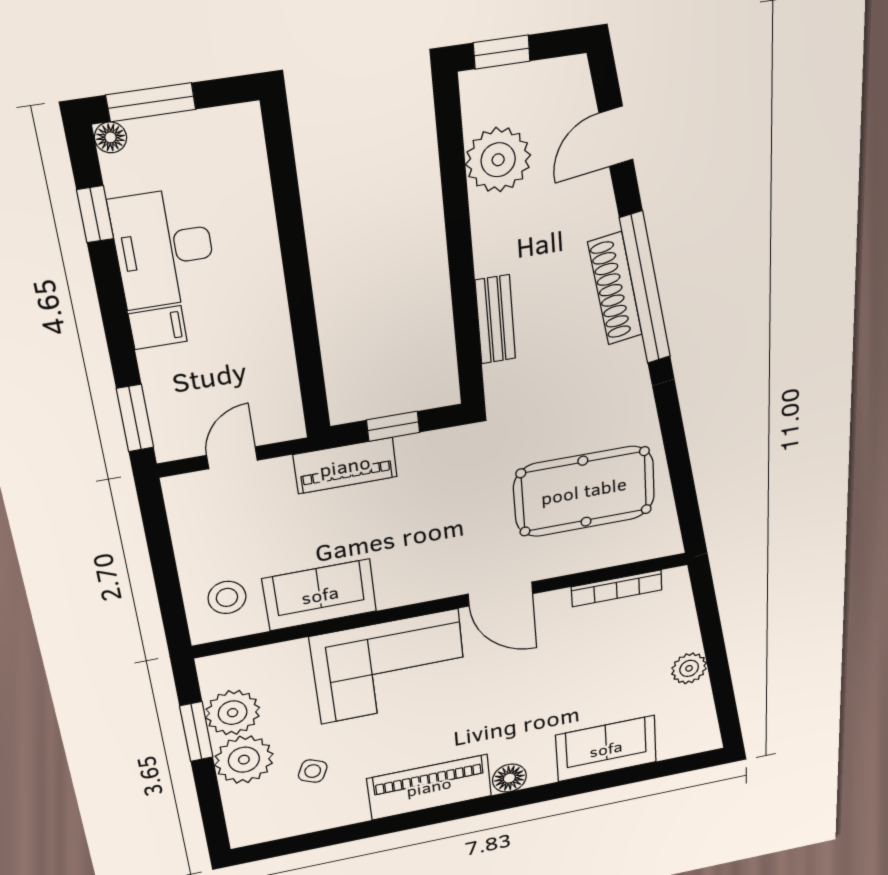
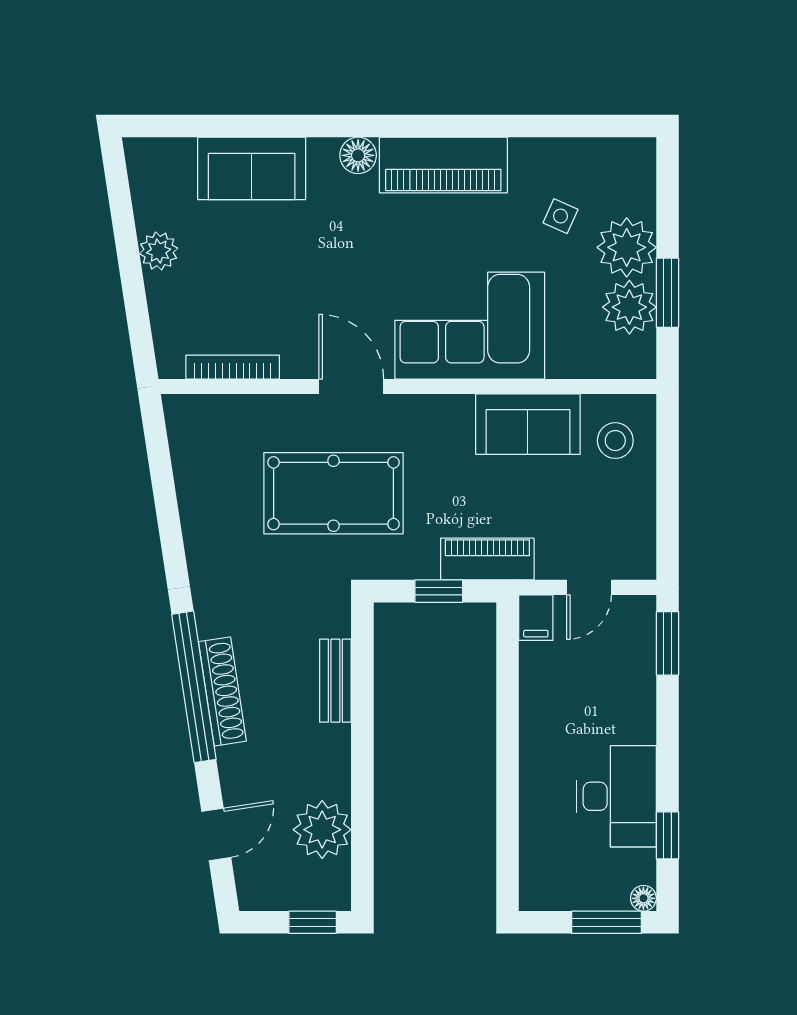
filing cabinet: (158, 328) -> (536, 618), moved, turned -90
pool table: (584, 491) -> (333, 493), moved

